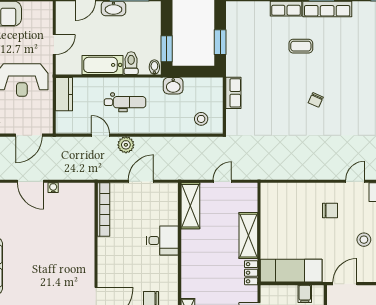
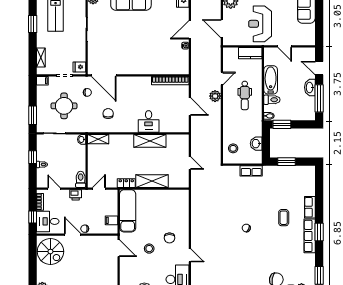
washbasin: (173, 86) -> (256, 144), moved
shelving: (190, 206) -> (150, 141), moved
stool: (364, 240) -> (149, 249), moved

